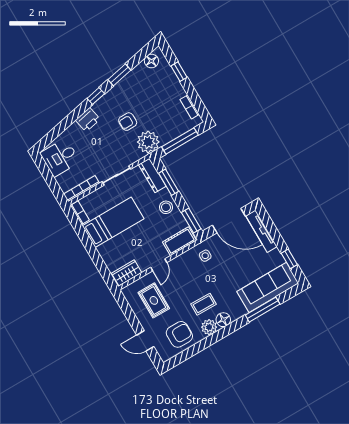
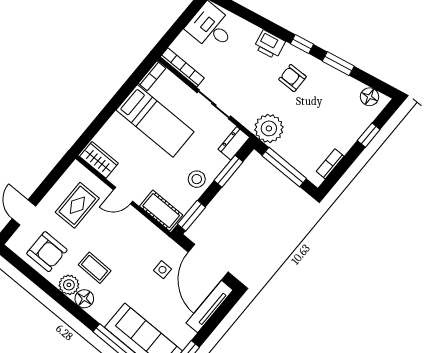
armchair: (128, 122) -> (292, 78), moved
dresser: (152, 175) -> (234, 143), width x0.70
side table: (205, 256) -> (162, 270), moved

